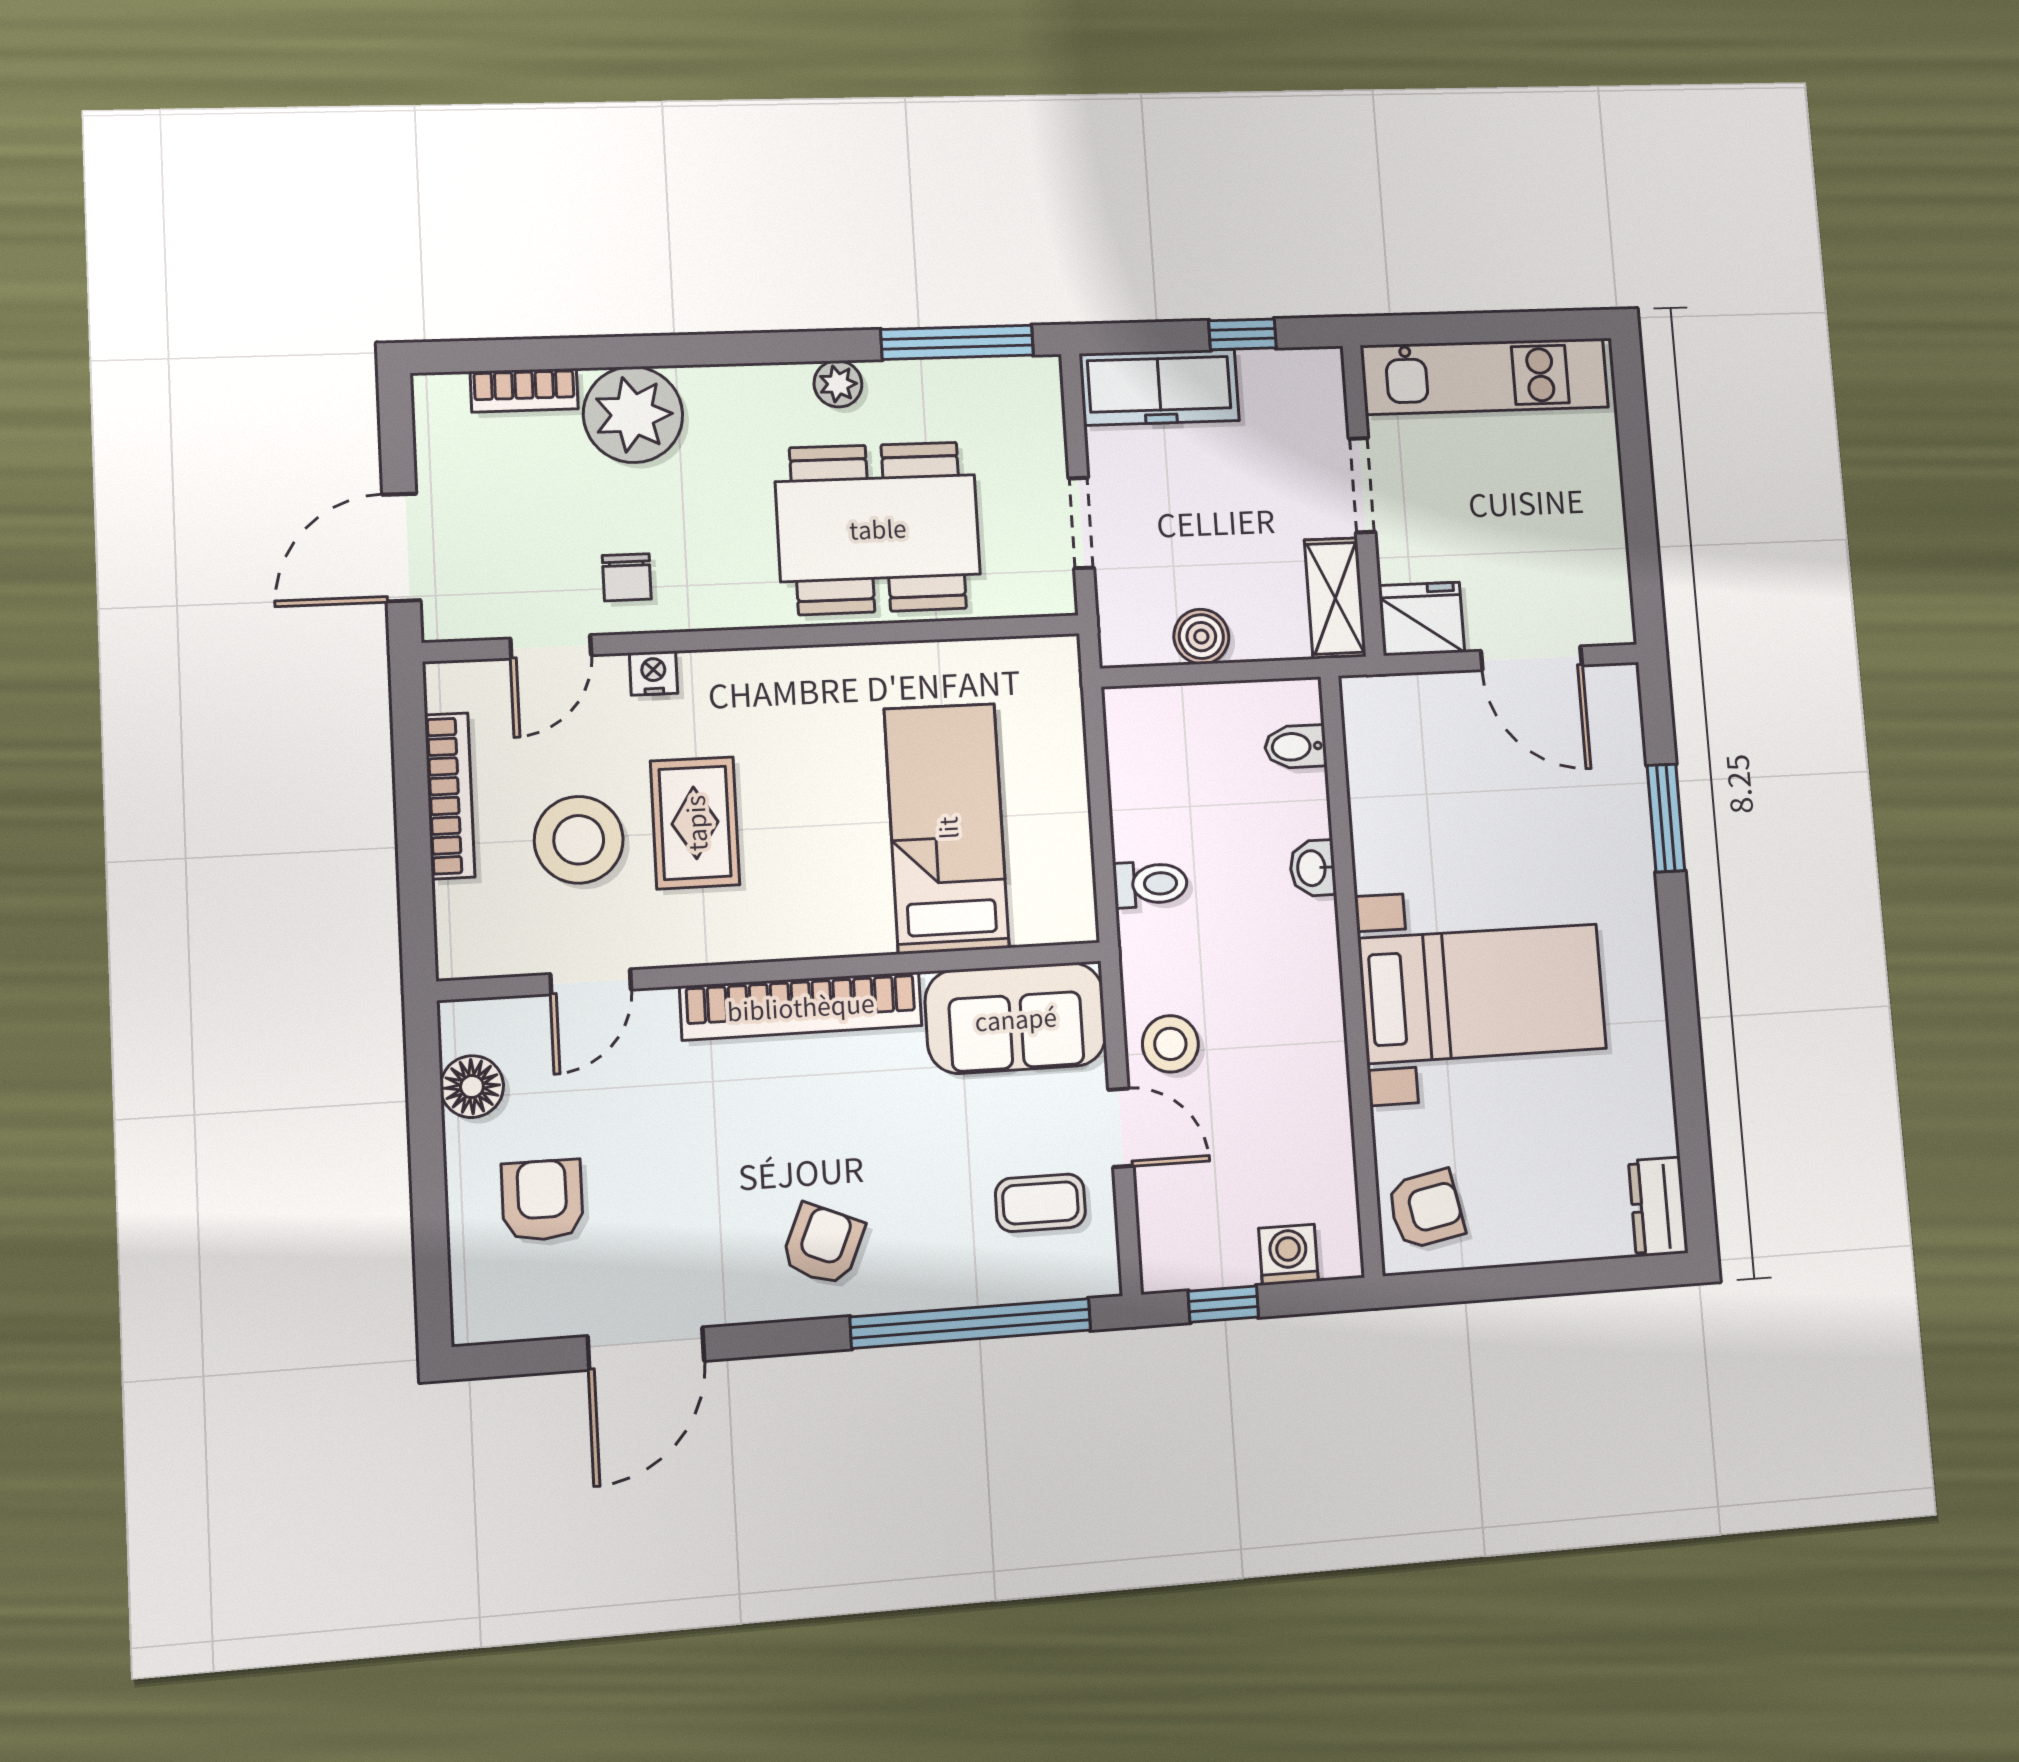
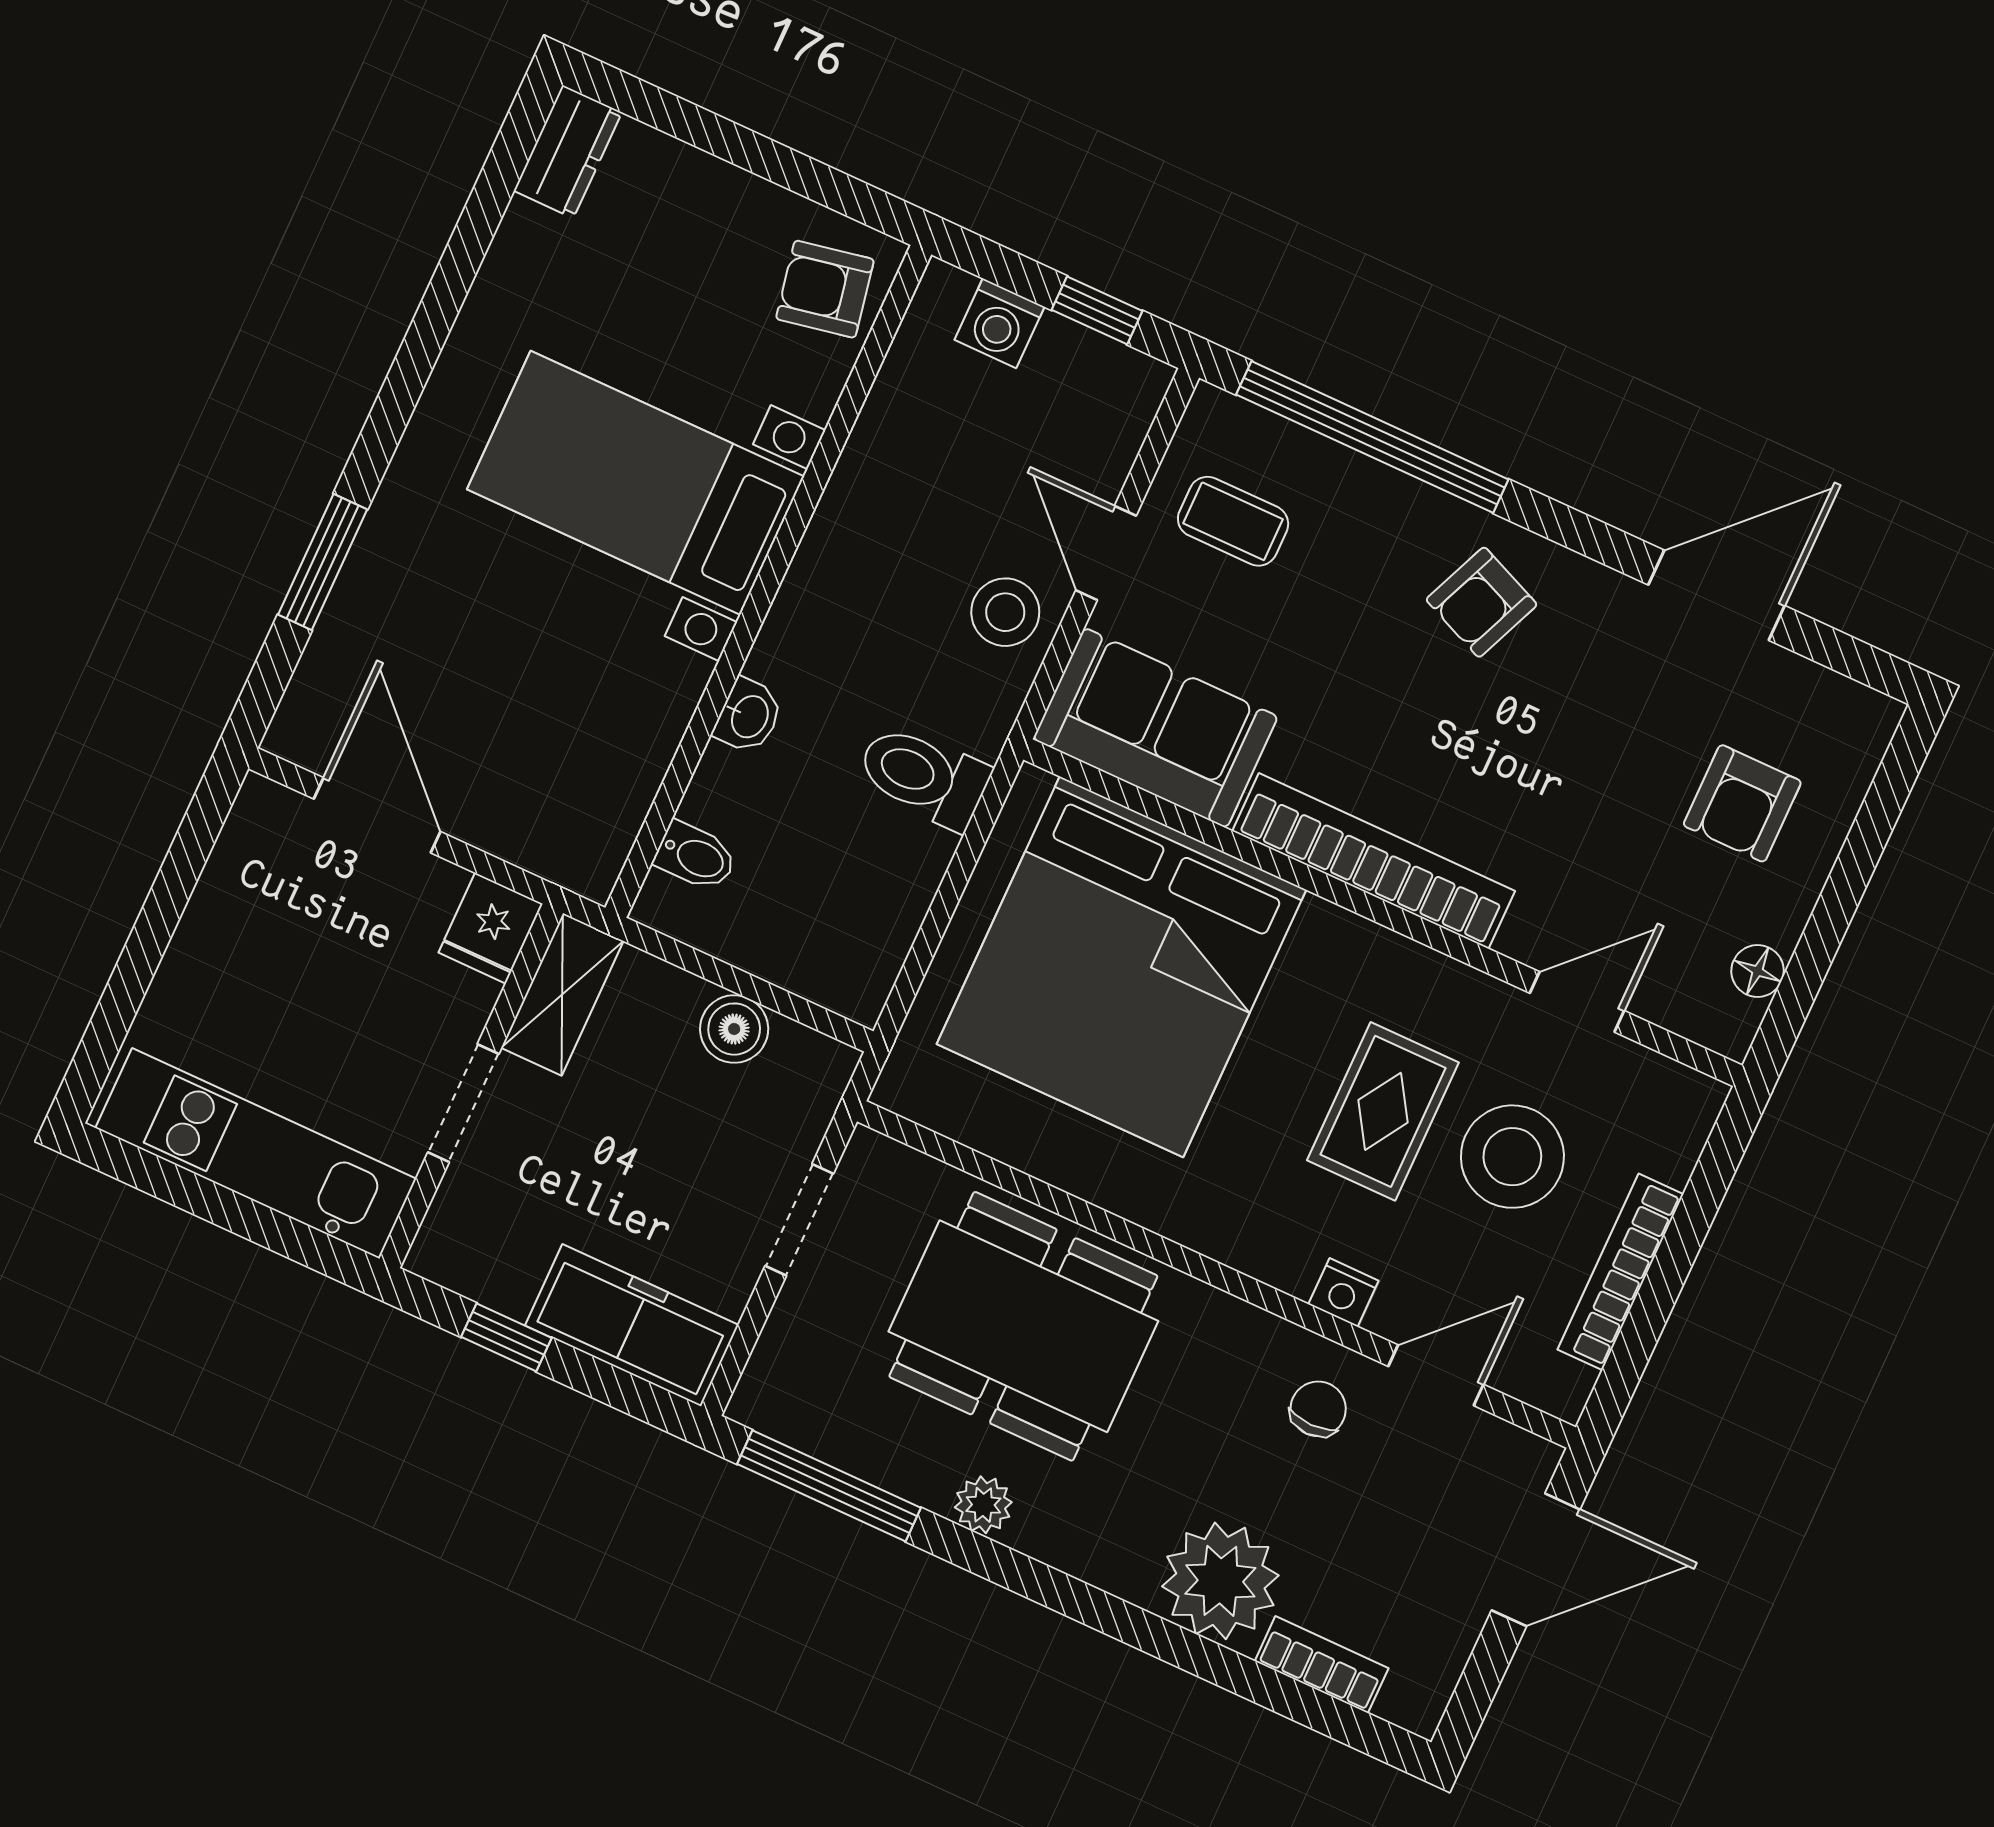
fridge: (1422, 619) -> (490, 928), width x0.72
bed: (947, 828) -> (1121, 967), width x2.04
toilet: (1150, 884) -> (923, 776), width x1.37, depth x1.39
floor lamp: (472, 1087) -> (1758, 971), width x0.73, depth x0.73

